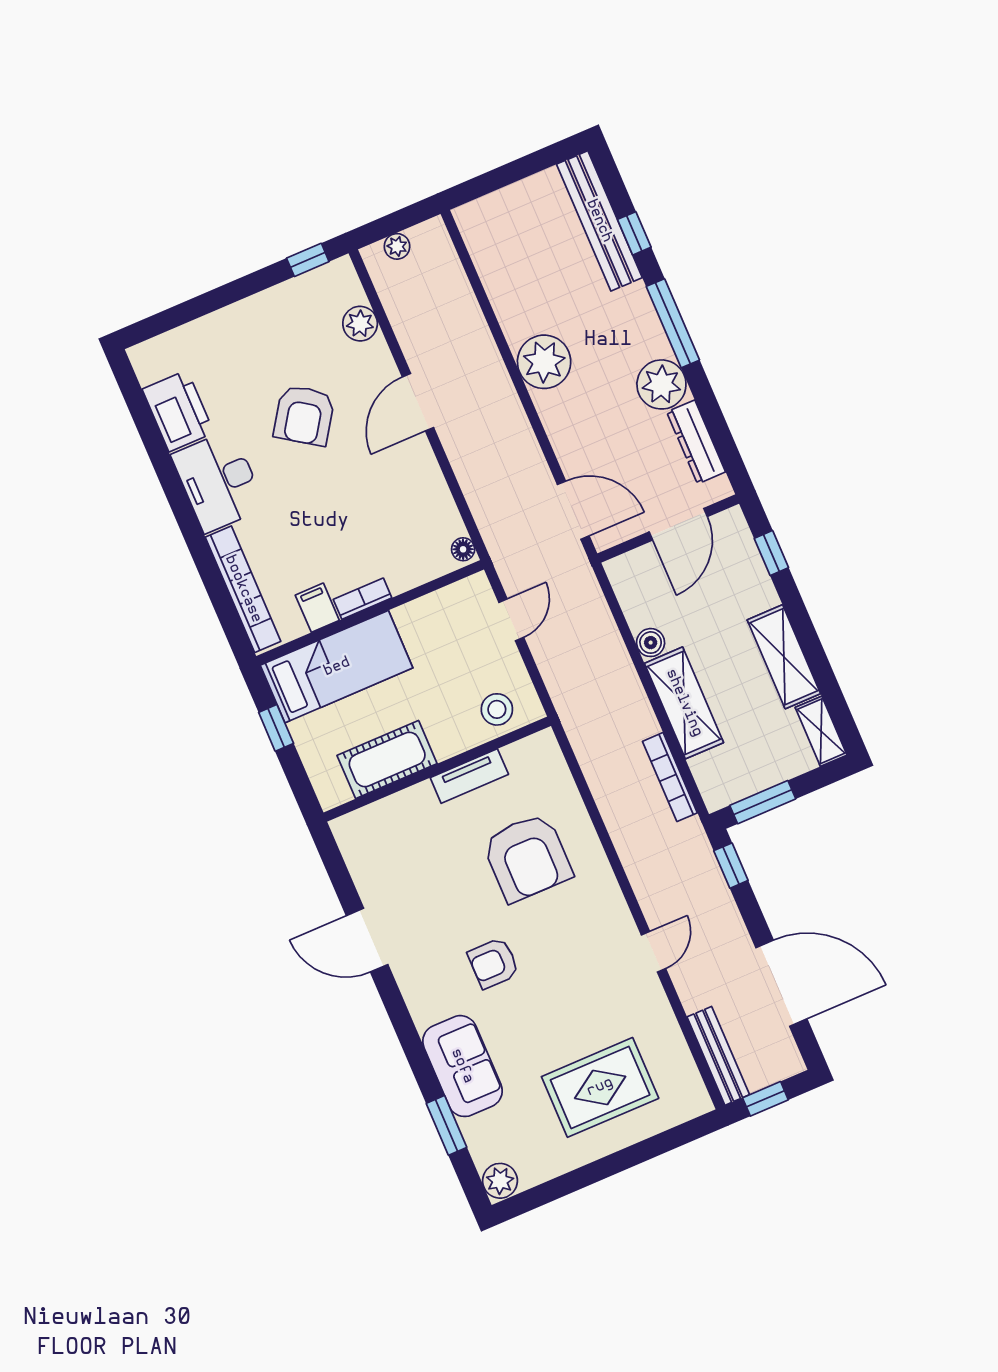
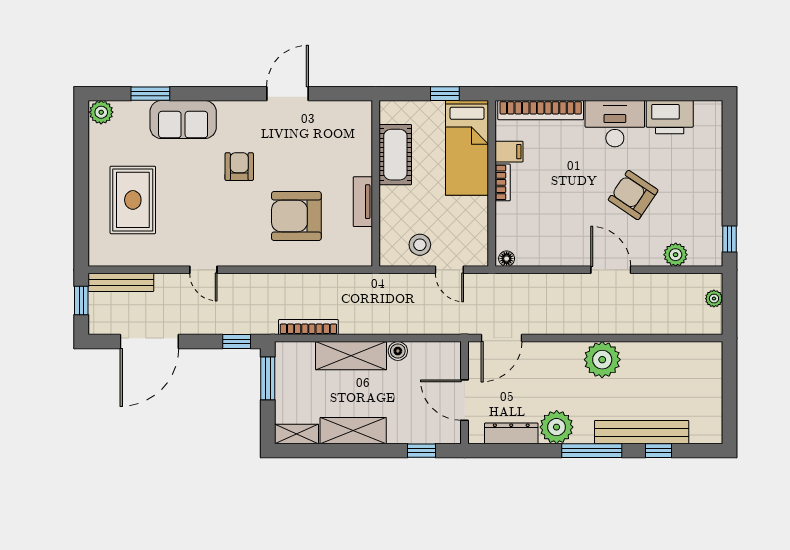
bench: (599, 221) -> (642, 432), moved
stool: (497, 709) -> (420, 245), moved

